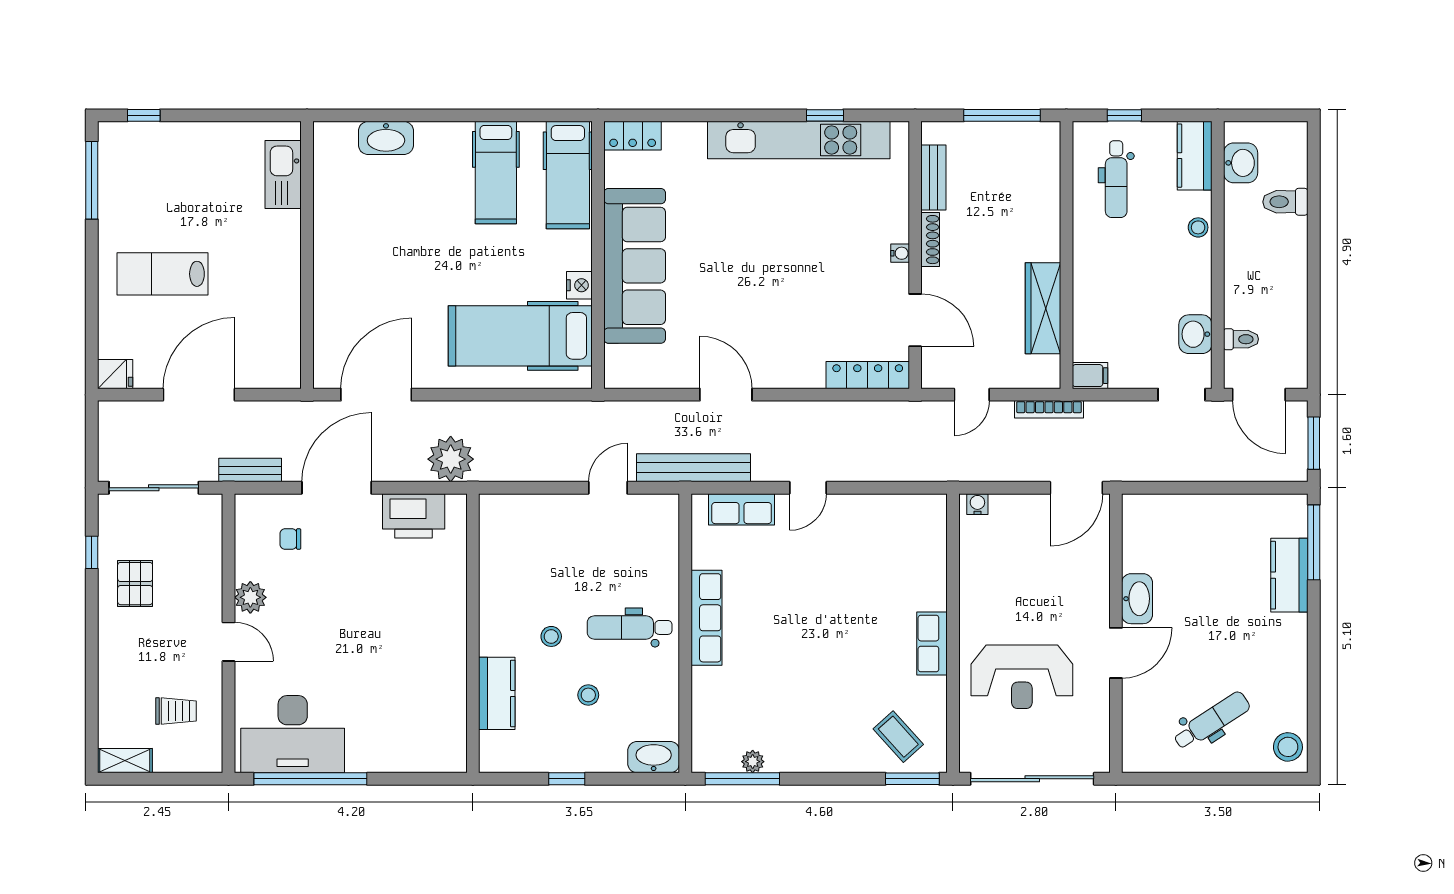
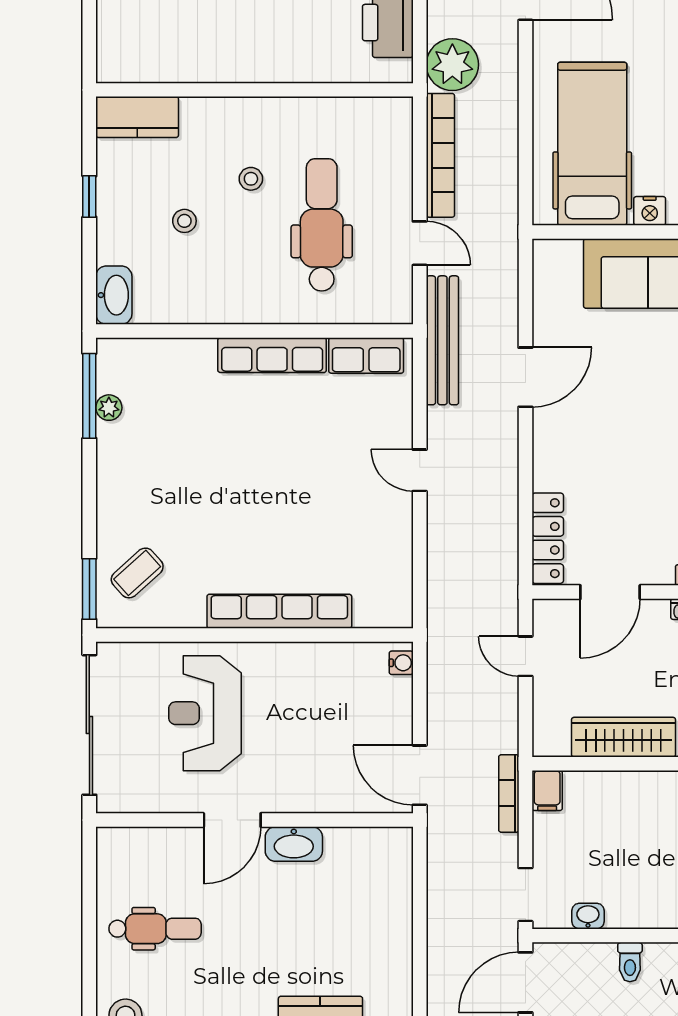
washbasin: (1195, 334) -> (588, 916), width x0.72, depth x0.69
toilet: (1241, 339) -> (630, 962), moved
bookcase: (1049, 409) -> (509, 793), moved
bookcase: (531, 470) -> (440, 155), added
row of seats: (742, 509) -> (366, 355), moved, turned -90
dental chair: (630, 627) -> (322, 225), moved, width x1.36, depth x1.38
row of seats: (932, 644) -> (279, 611), width x2.02
door: (1116, 653) -> (232, 820), hinge flipped
kitchen counter: (497, 693) -> (137, 117), moved
dental chair: (1212, 721) -> (155, 929), turned -57

